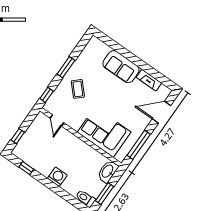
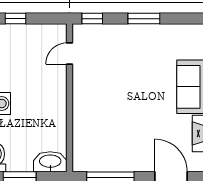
coffee table: (78, 89) -> (127, 52), removed
corner sofa: (104, 132) -> (96, 123), removed

